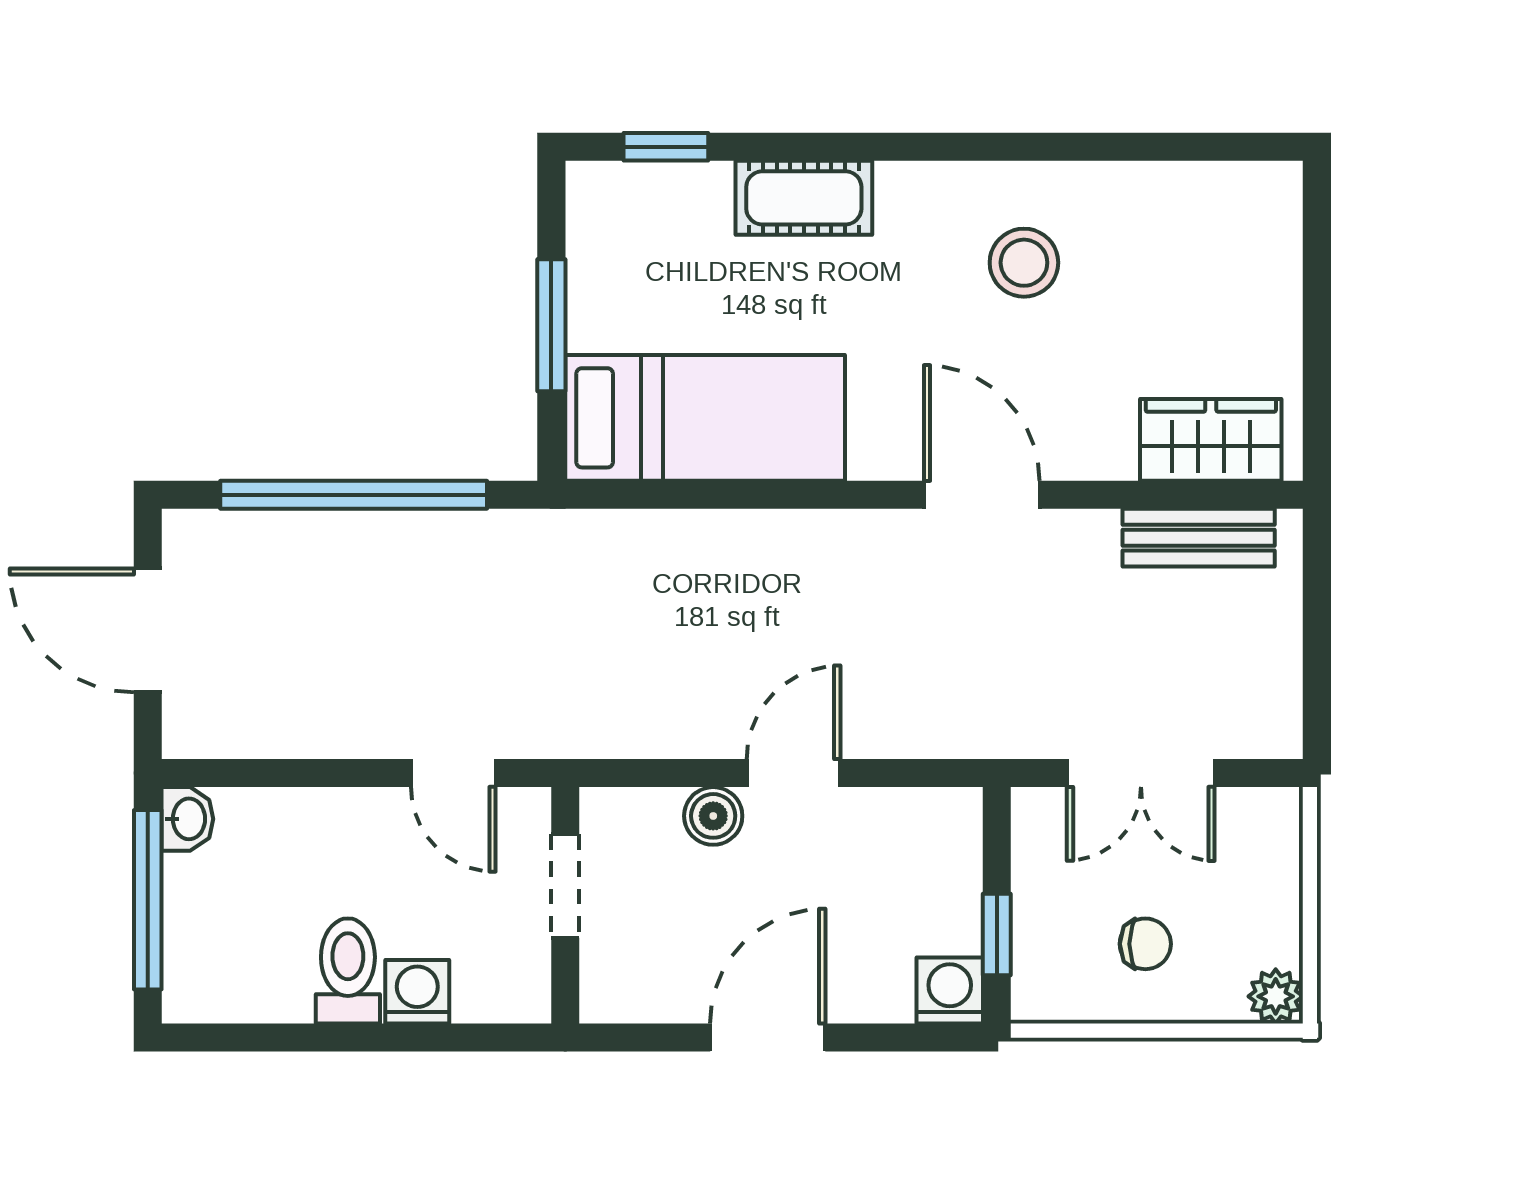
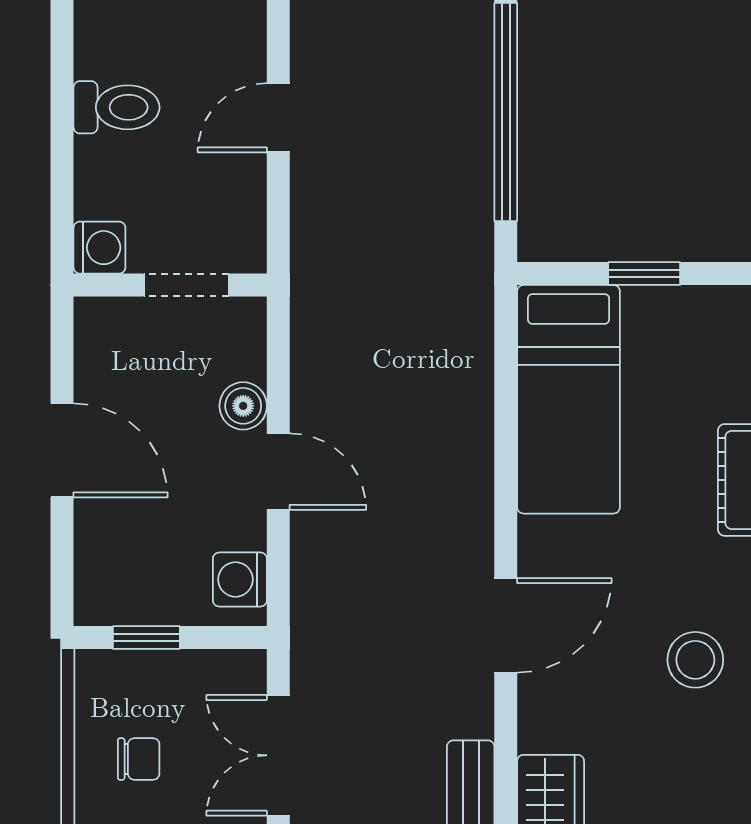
window: (551, 325) -> (644, 274), width x0.67
door: (453, 773) -> (278, 118), moved
chair: (1145, 944) -> (139, 759), turned -90
washing machine: (950, 991) -> (240, 579), moved, turned 180
washing machine: (417, 992) -> (99, 248), moved

